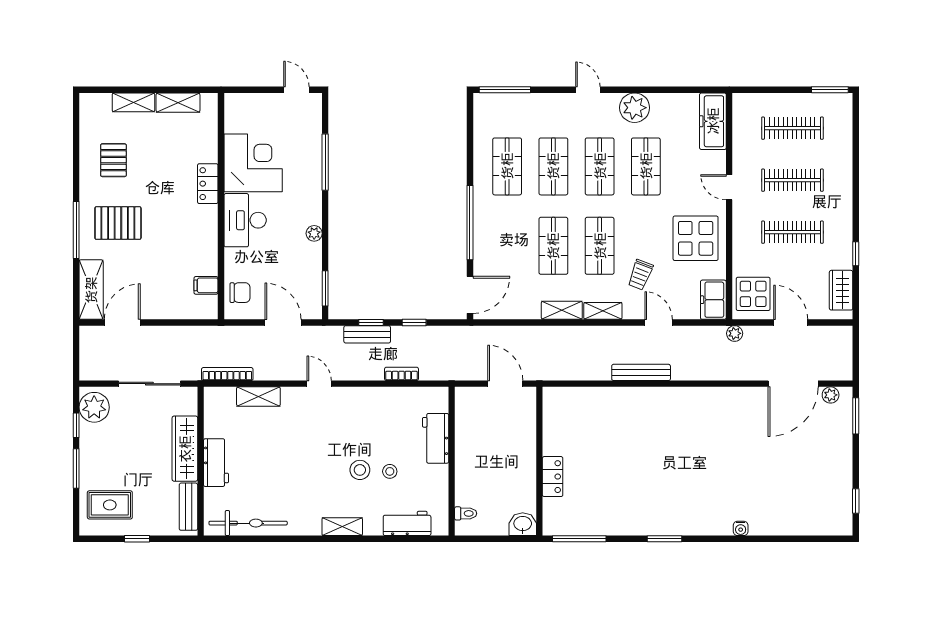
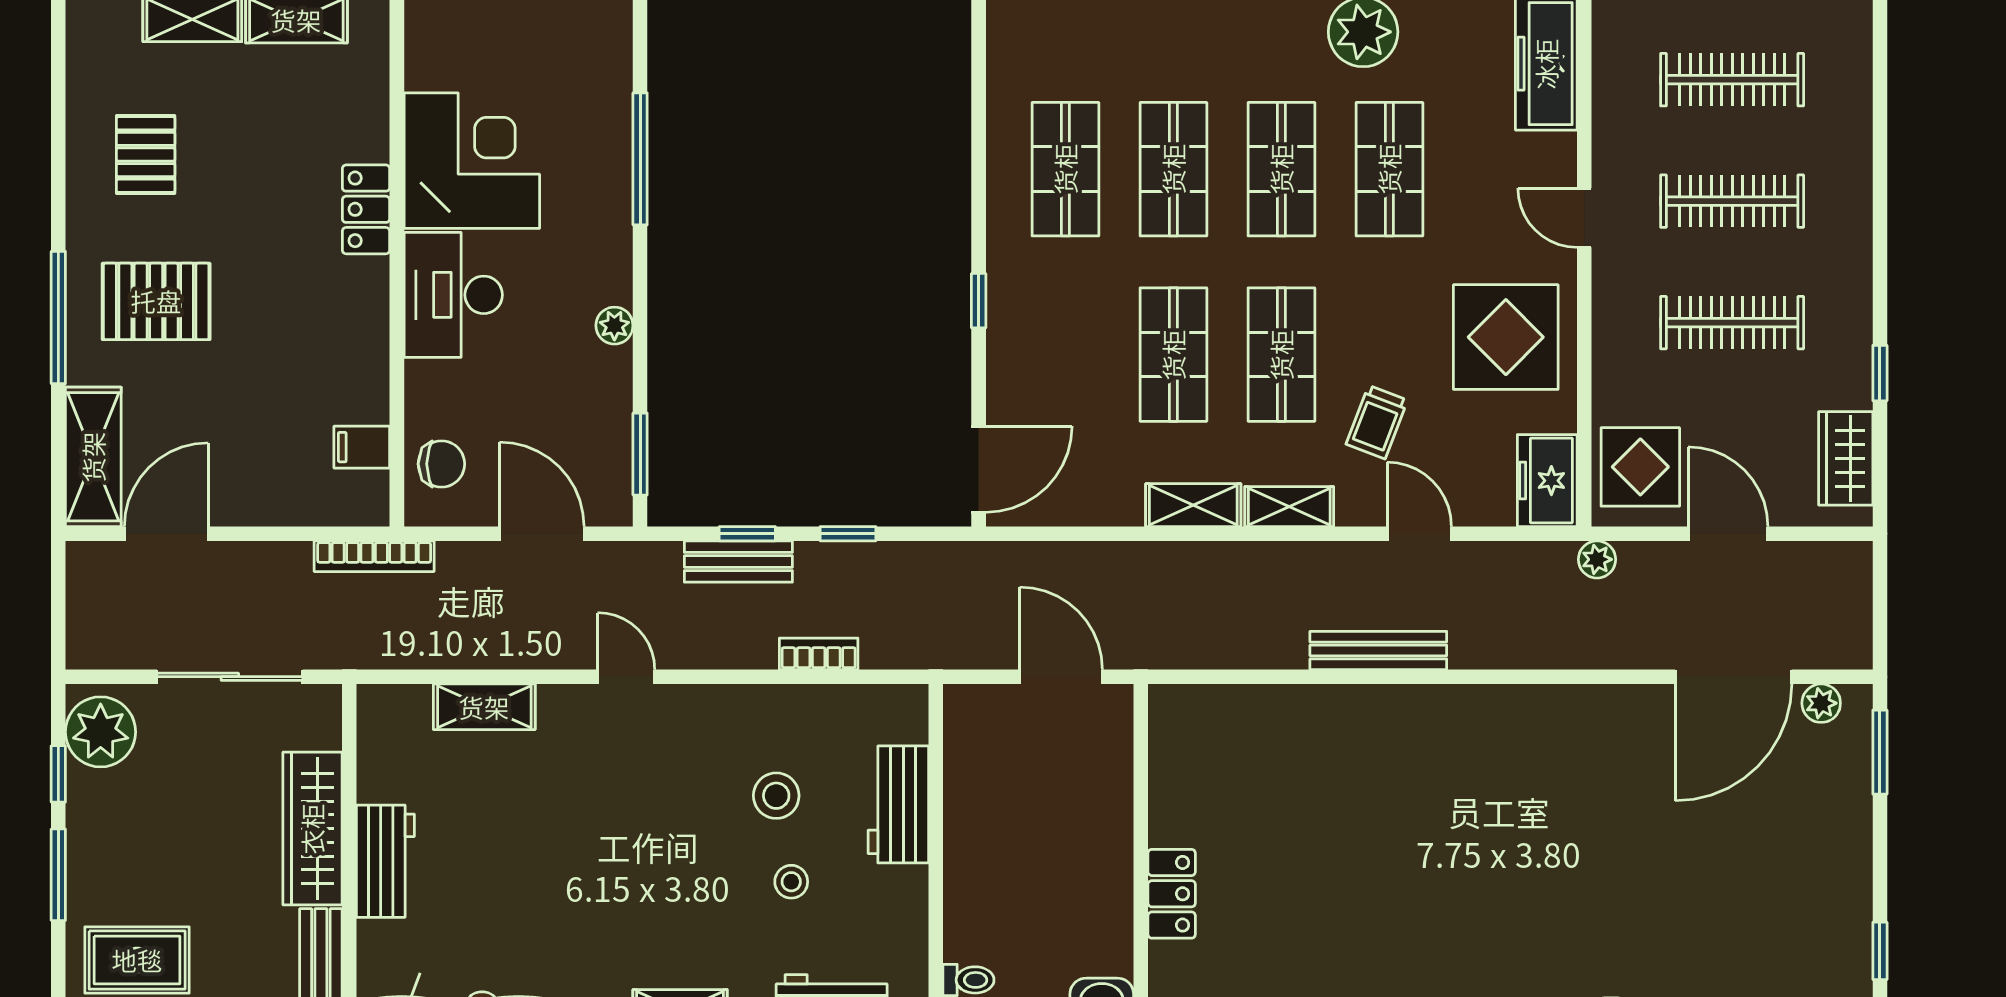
window: (470, 223) -> (979, 301), width x0.32
bookcase: (227, 374) -> (374, 556), moved, turned 180
stool: (360, 470) -> (776, 796), moved

